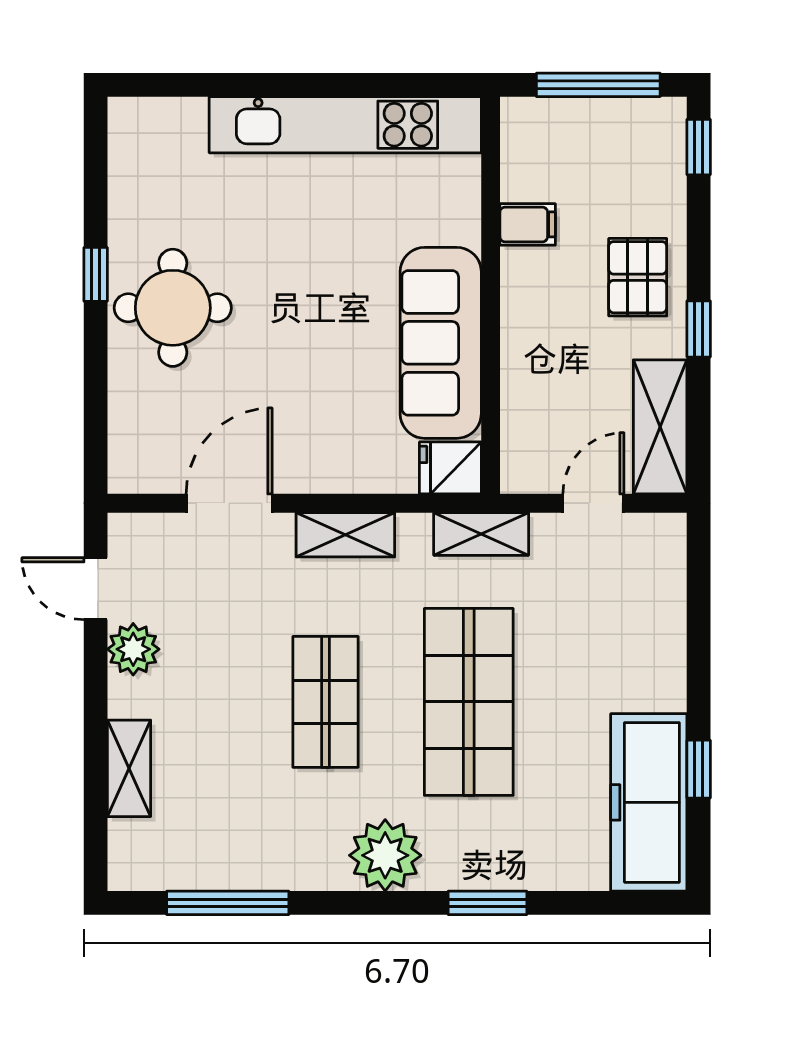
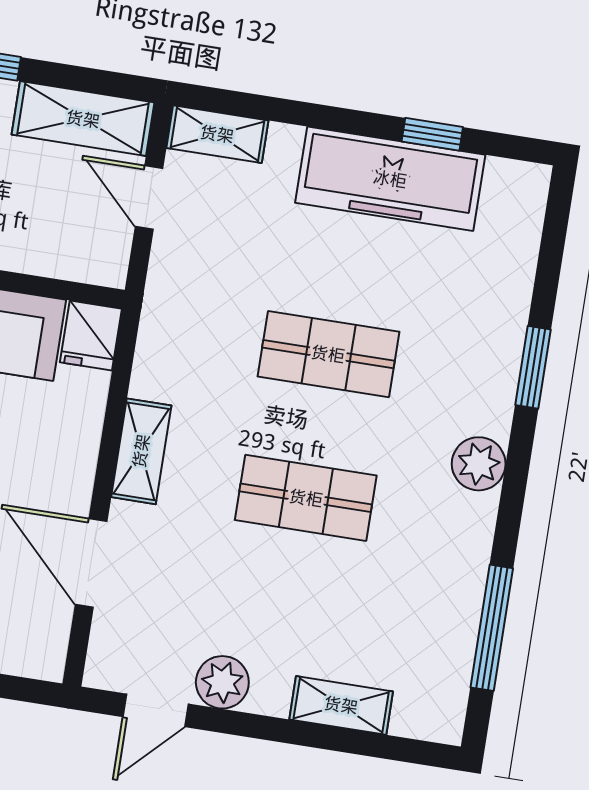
shelving: (481, 534) -> (217, 134), moved, turned 90
shop shelf: (469, 702) -> (328, 354), width x0.70, depth x0.74
freezer: (649, 802) -> (390, 179), moved
plant: (385, 855) -> (479, 464), width x0.73, depth x0.73

